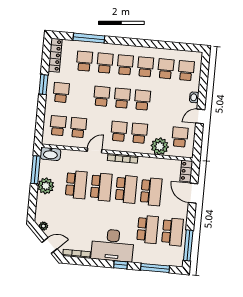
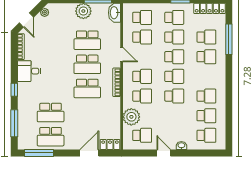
school desk: (125, 65) -> (174, 37), moved
school desk: (151, 192) -> (87, 113), removed
desk: (113, 245) -> (29, 71), width x0.53, depth x0.77

